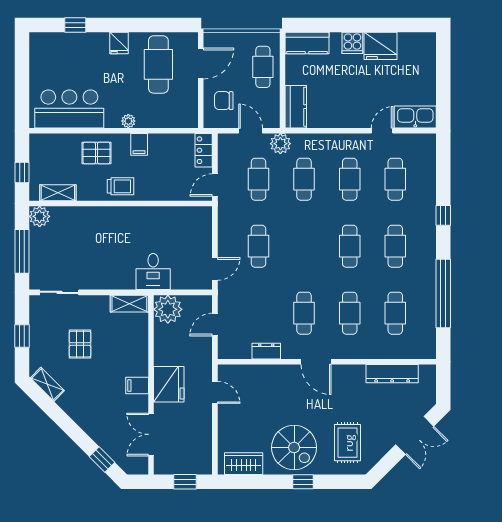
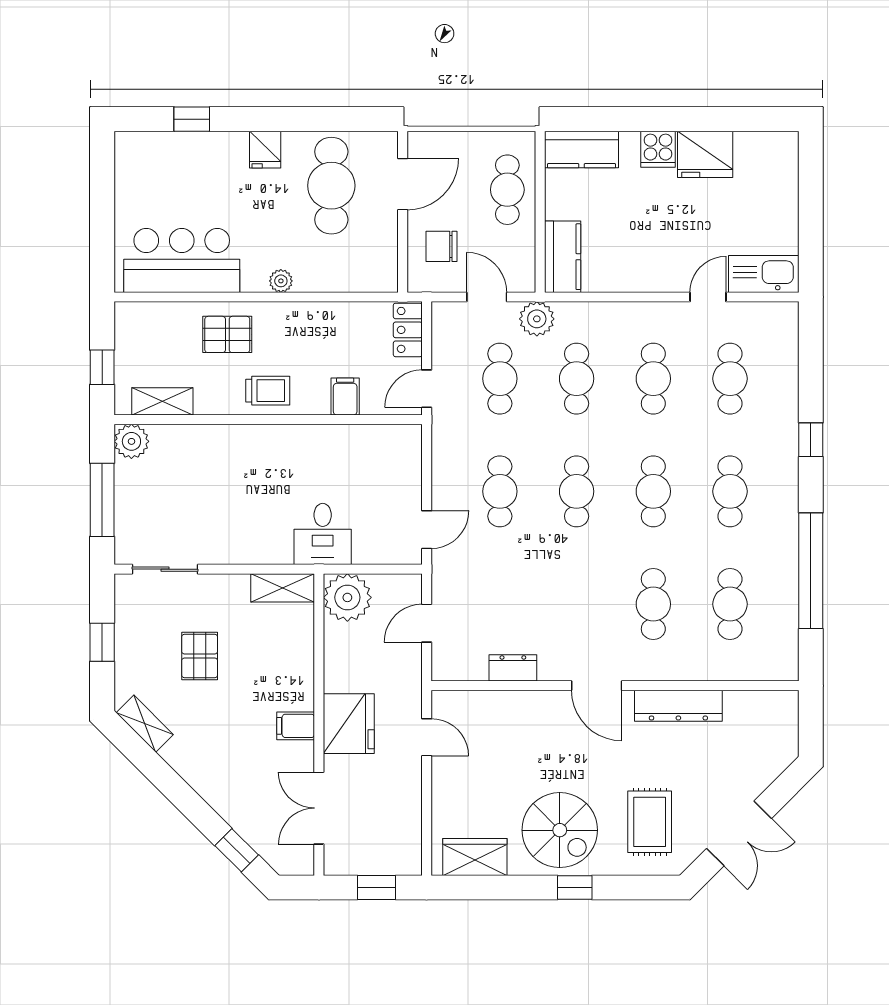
filing cabinet: (139, 144) -> (345, 397), moved, turned 180
cafe table: (304, 313) -> (577, 491), moved
dresser: (392, 374) -> (678, 706), moved
double door: (415, 435) -> (739, 833), moved

